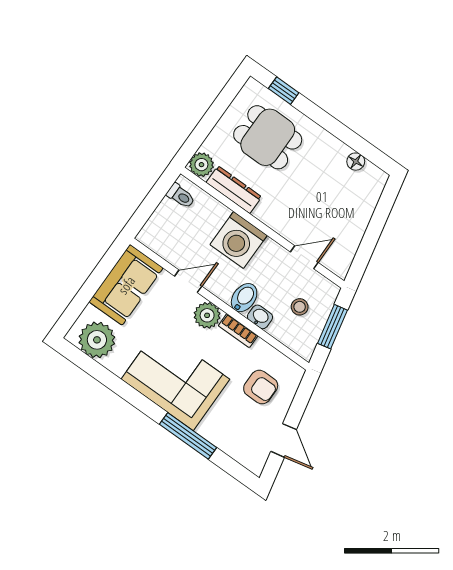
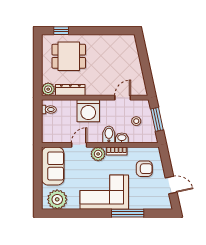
floor lamp: (356, 162) -> (115, 39), removed

